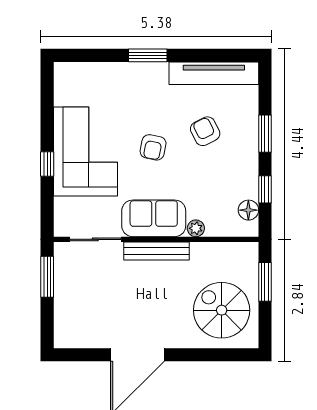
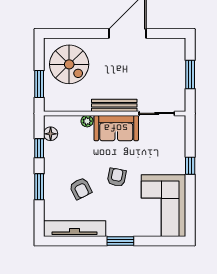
corner sofa: (85, 151) -> (164, 206), moved
window: (47, 277) -> (190, 74), moved

